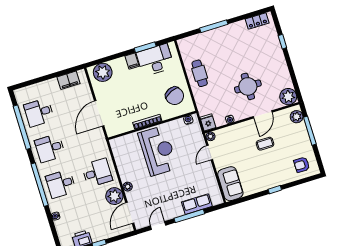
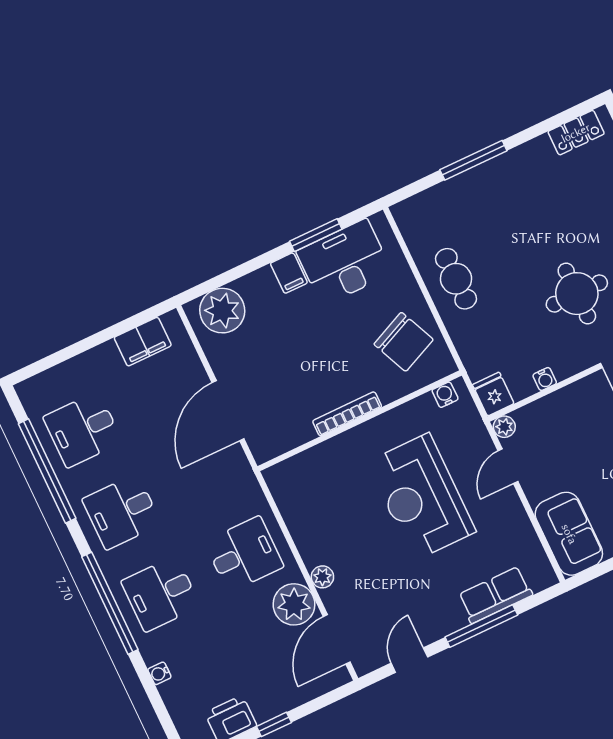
reception desk: (158, 151) -> (421, 497), moved, turned 180

